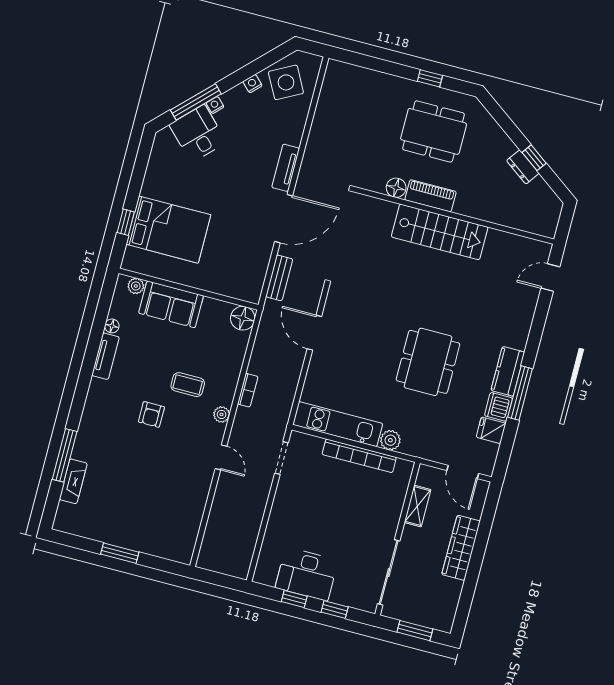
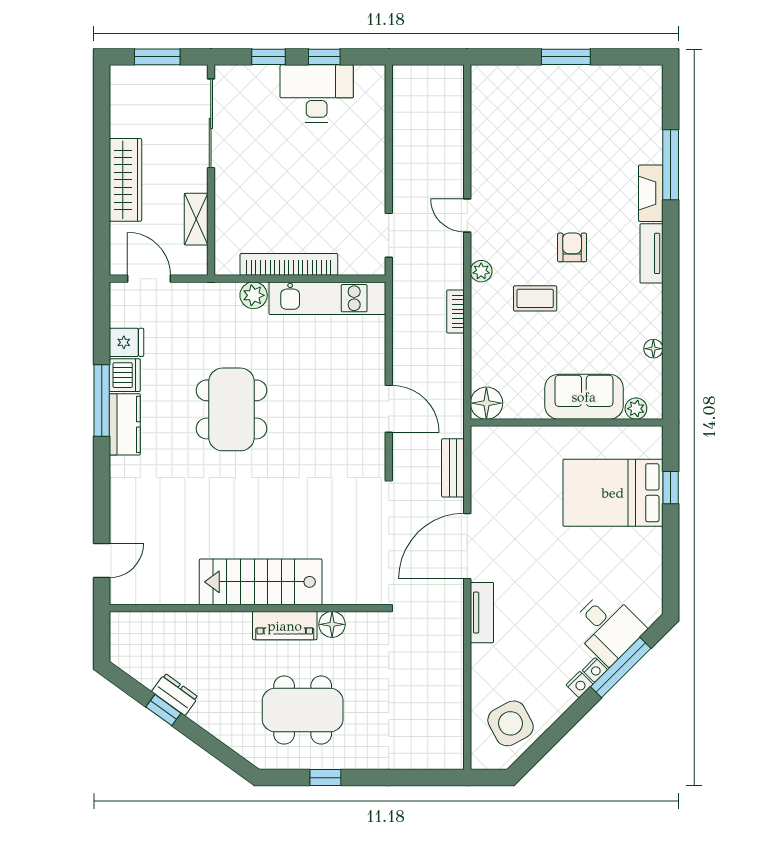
nightstand: (253, 84) -> (579, 684), moved
tv unit: (105, 356) -> (651, 253), moved
fireplace: (73, 481) -> (651, 193), moved

